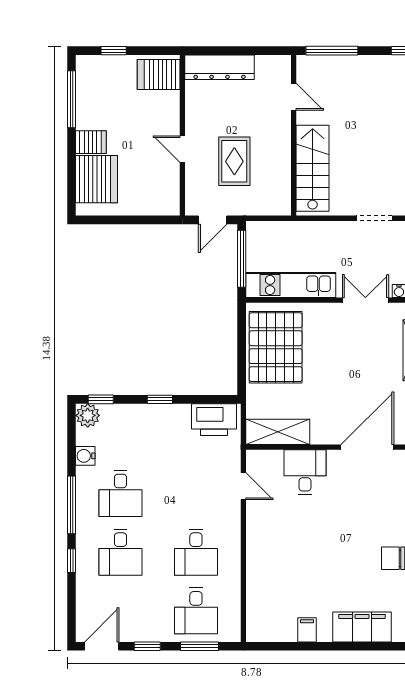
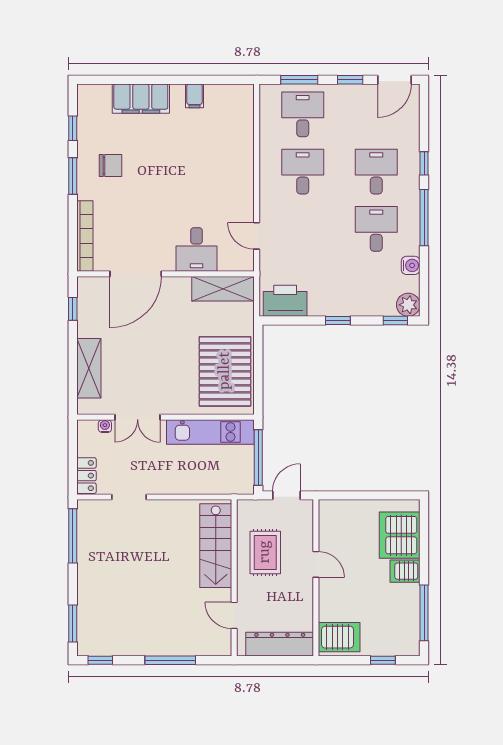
door: (294, 97) -> (234, 615), moved
wall: (294, 135) -> (234, 578), moved
stairs: (313, 168) -> (216, 546), moved

